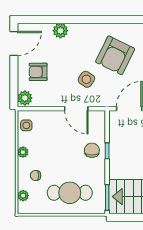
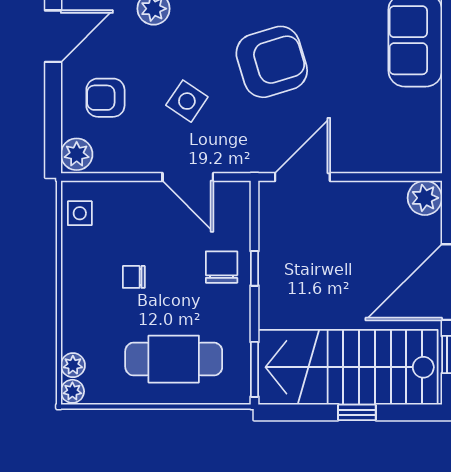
armchair: (115, 55) -> (272, 62), turned -133
side table: (86, 79) -> (187, 101), moved
plant: (23, 152) -> (72, 391), moved
chair: (36, 176) -> (134, 277), moved

